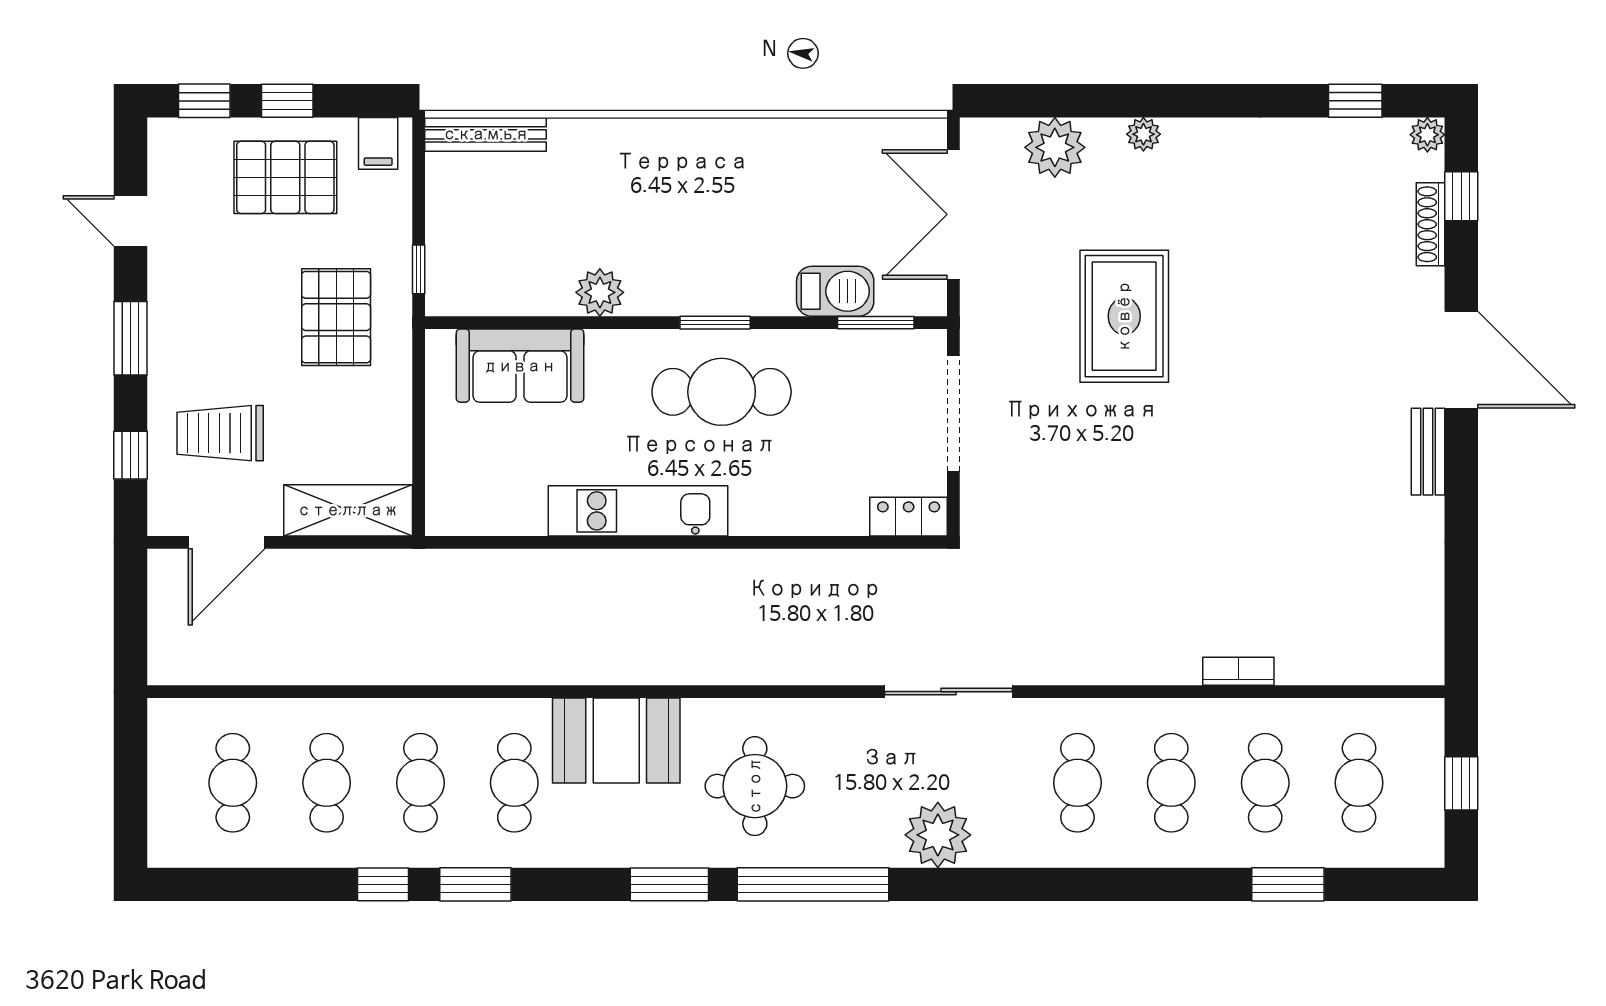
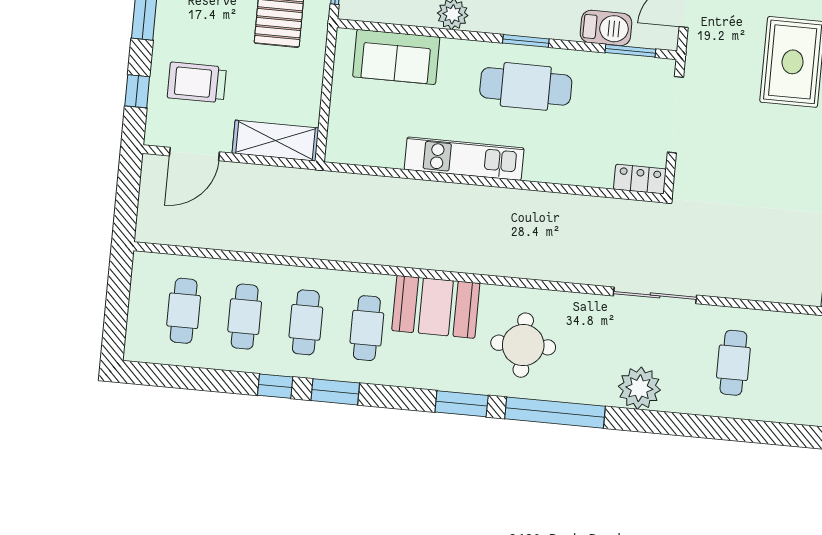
cafe table: (1171, 783) -> (794, 369), removed

